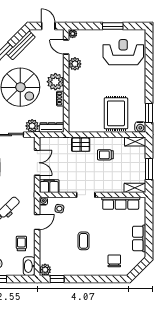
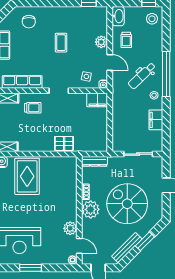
plant: (32, 126) -> (115, 163), removed
trolley: (105, 155) -> (33, 108), moved
double door: (37, 163) -> (110, 125), removed
door: (37, 222) -> (110, 62), swing flipped
plant: (45, 270) -> (101, 42), moved

